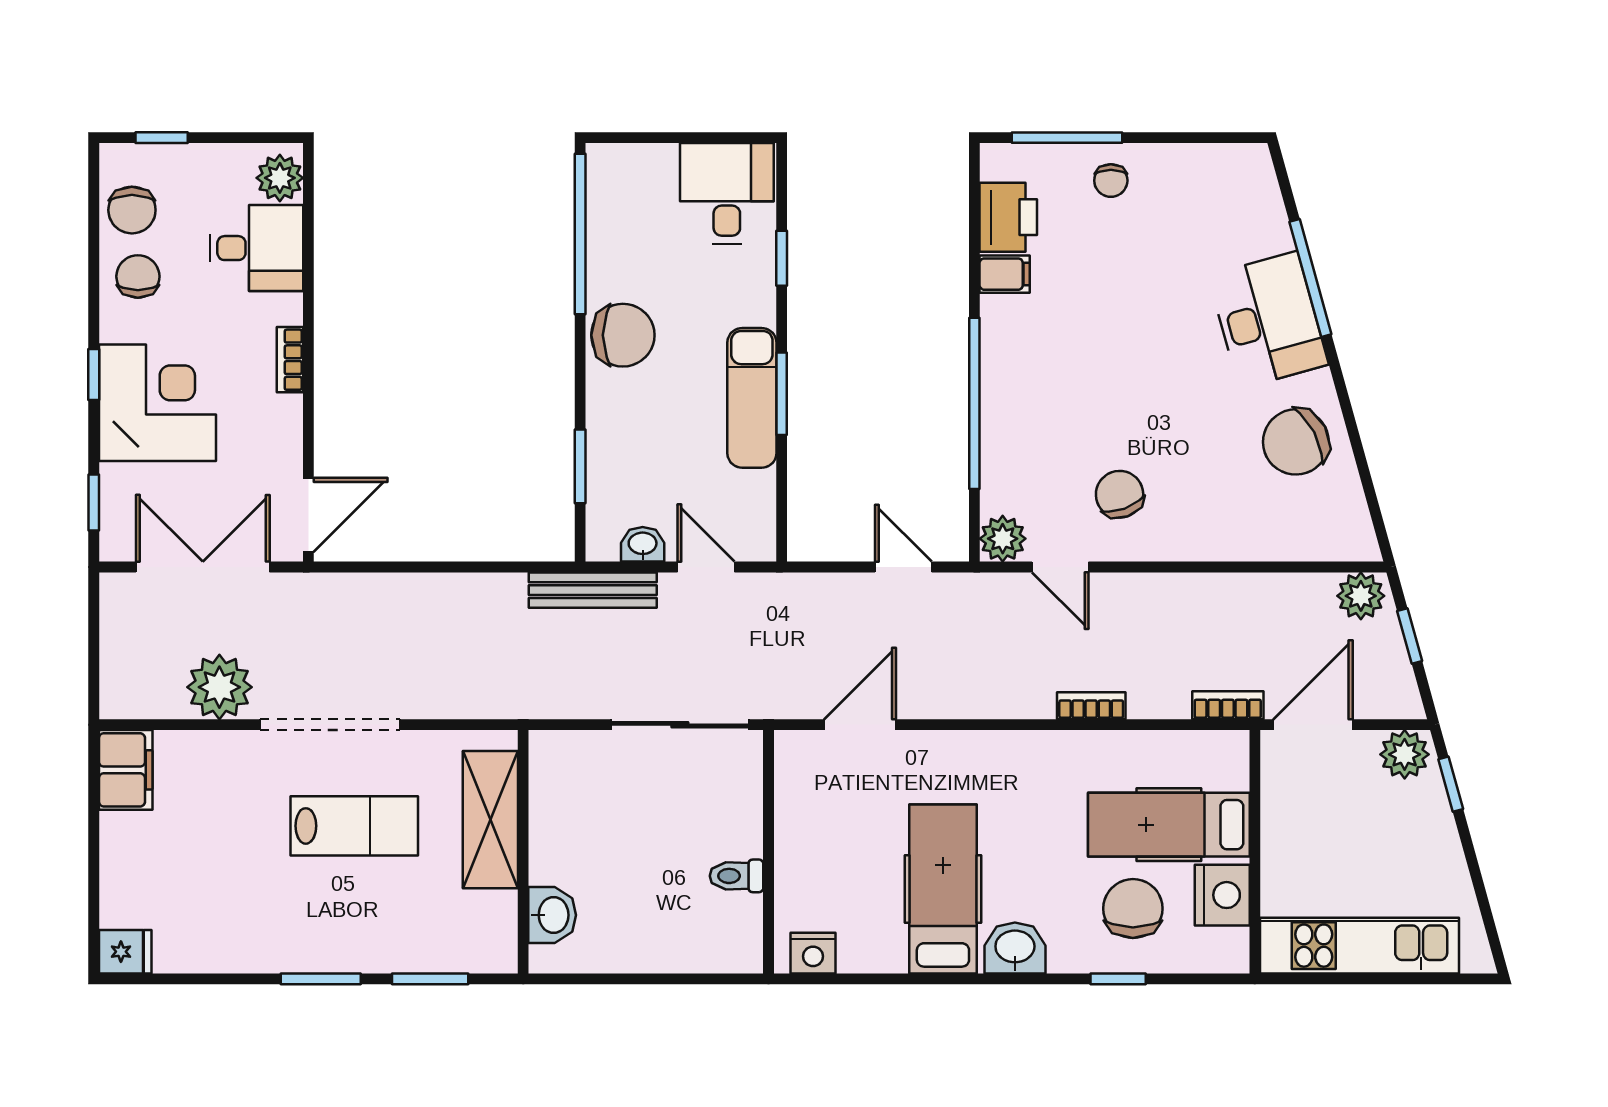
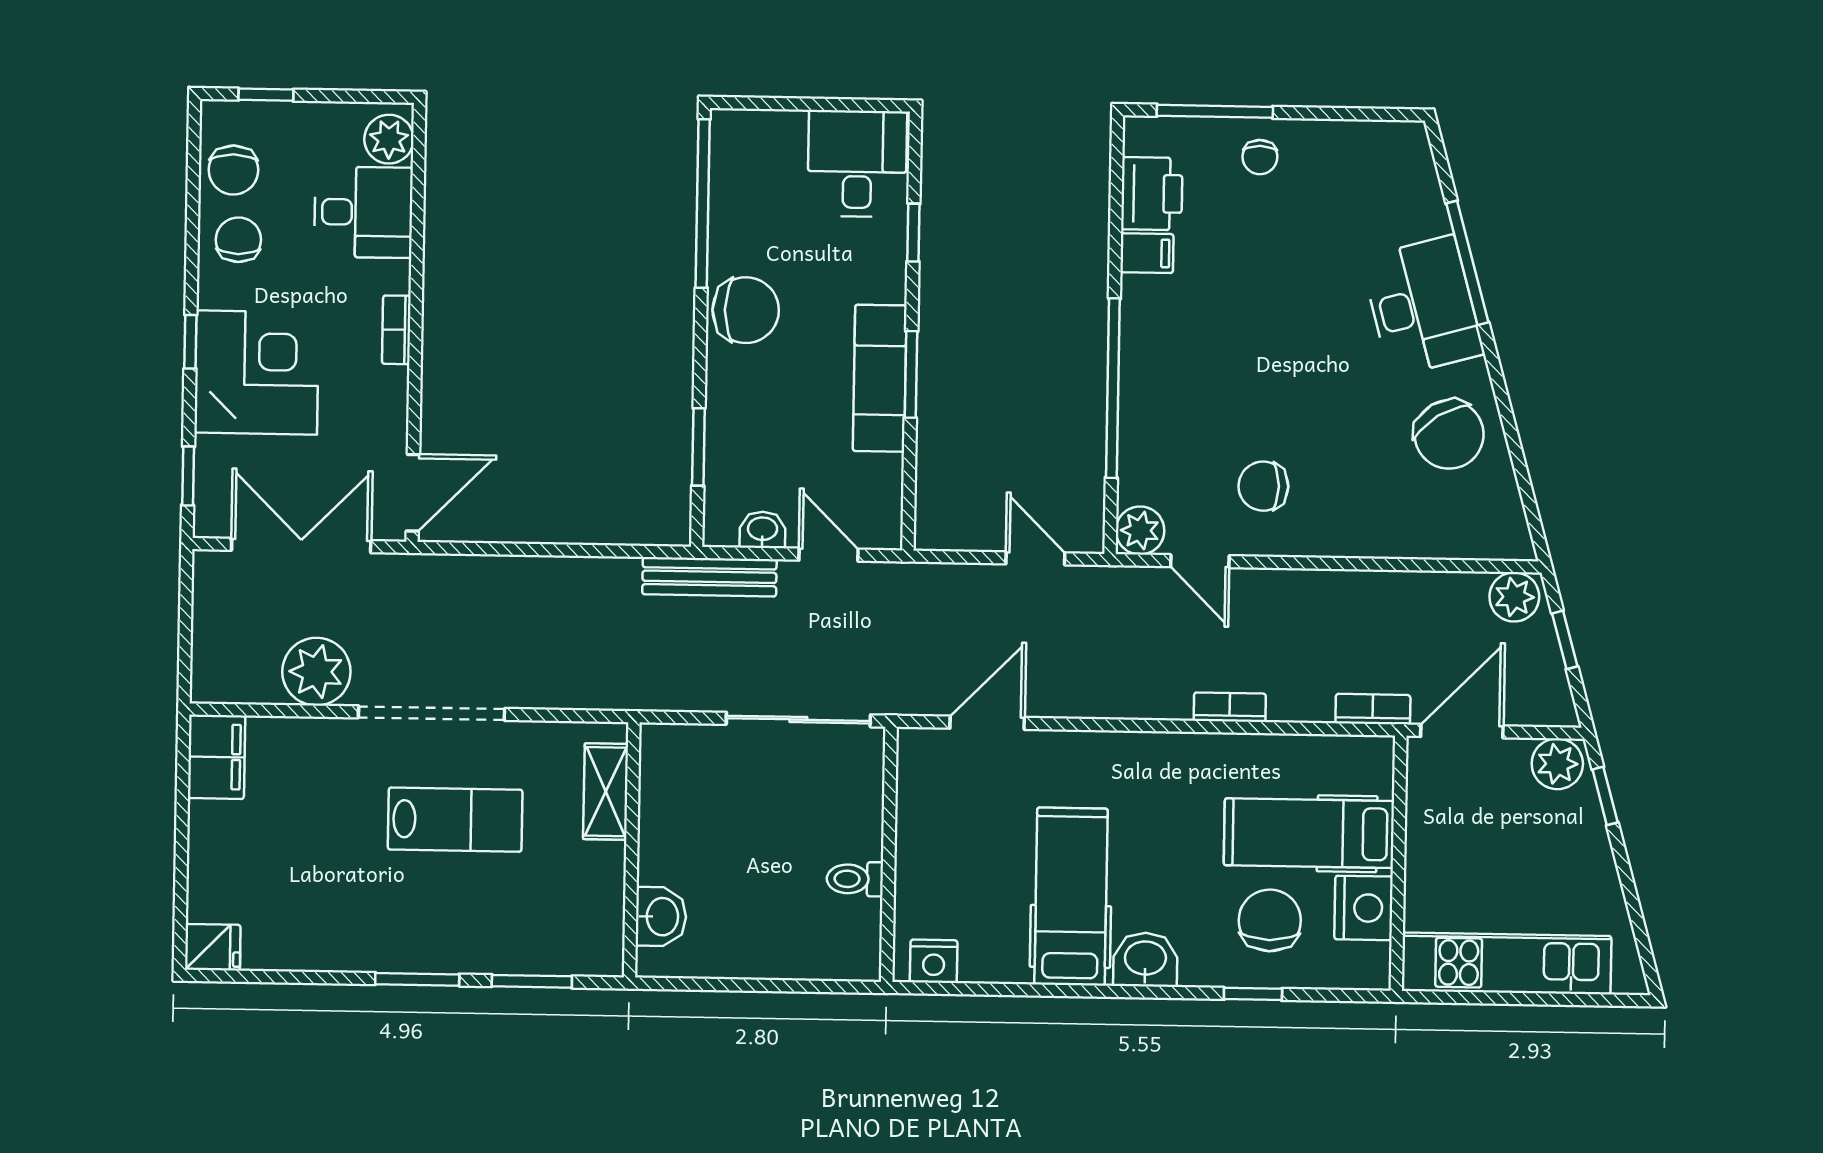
chair: (1296, 442) -> (1449, 434), turned -94
chair: (1120, 494) -> (1263, 486), turned -70
shelving: (490, 820) -> (606, 792), width x0.67, depth x0.75

